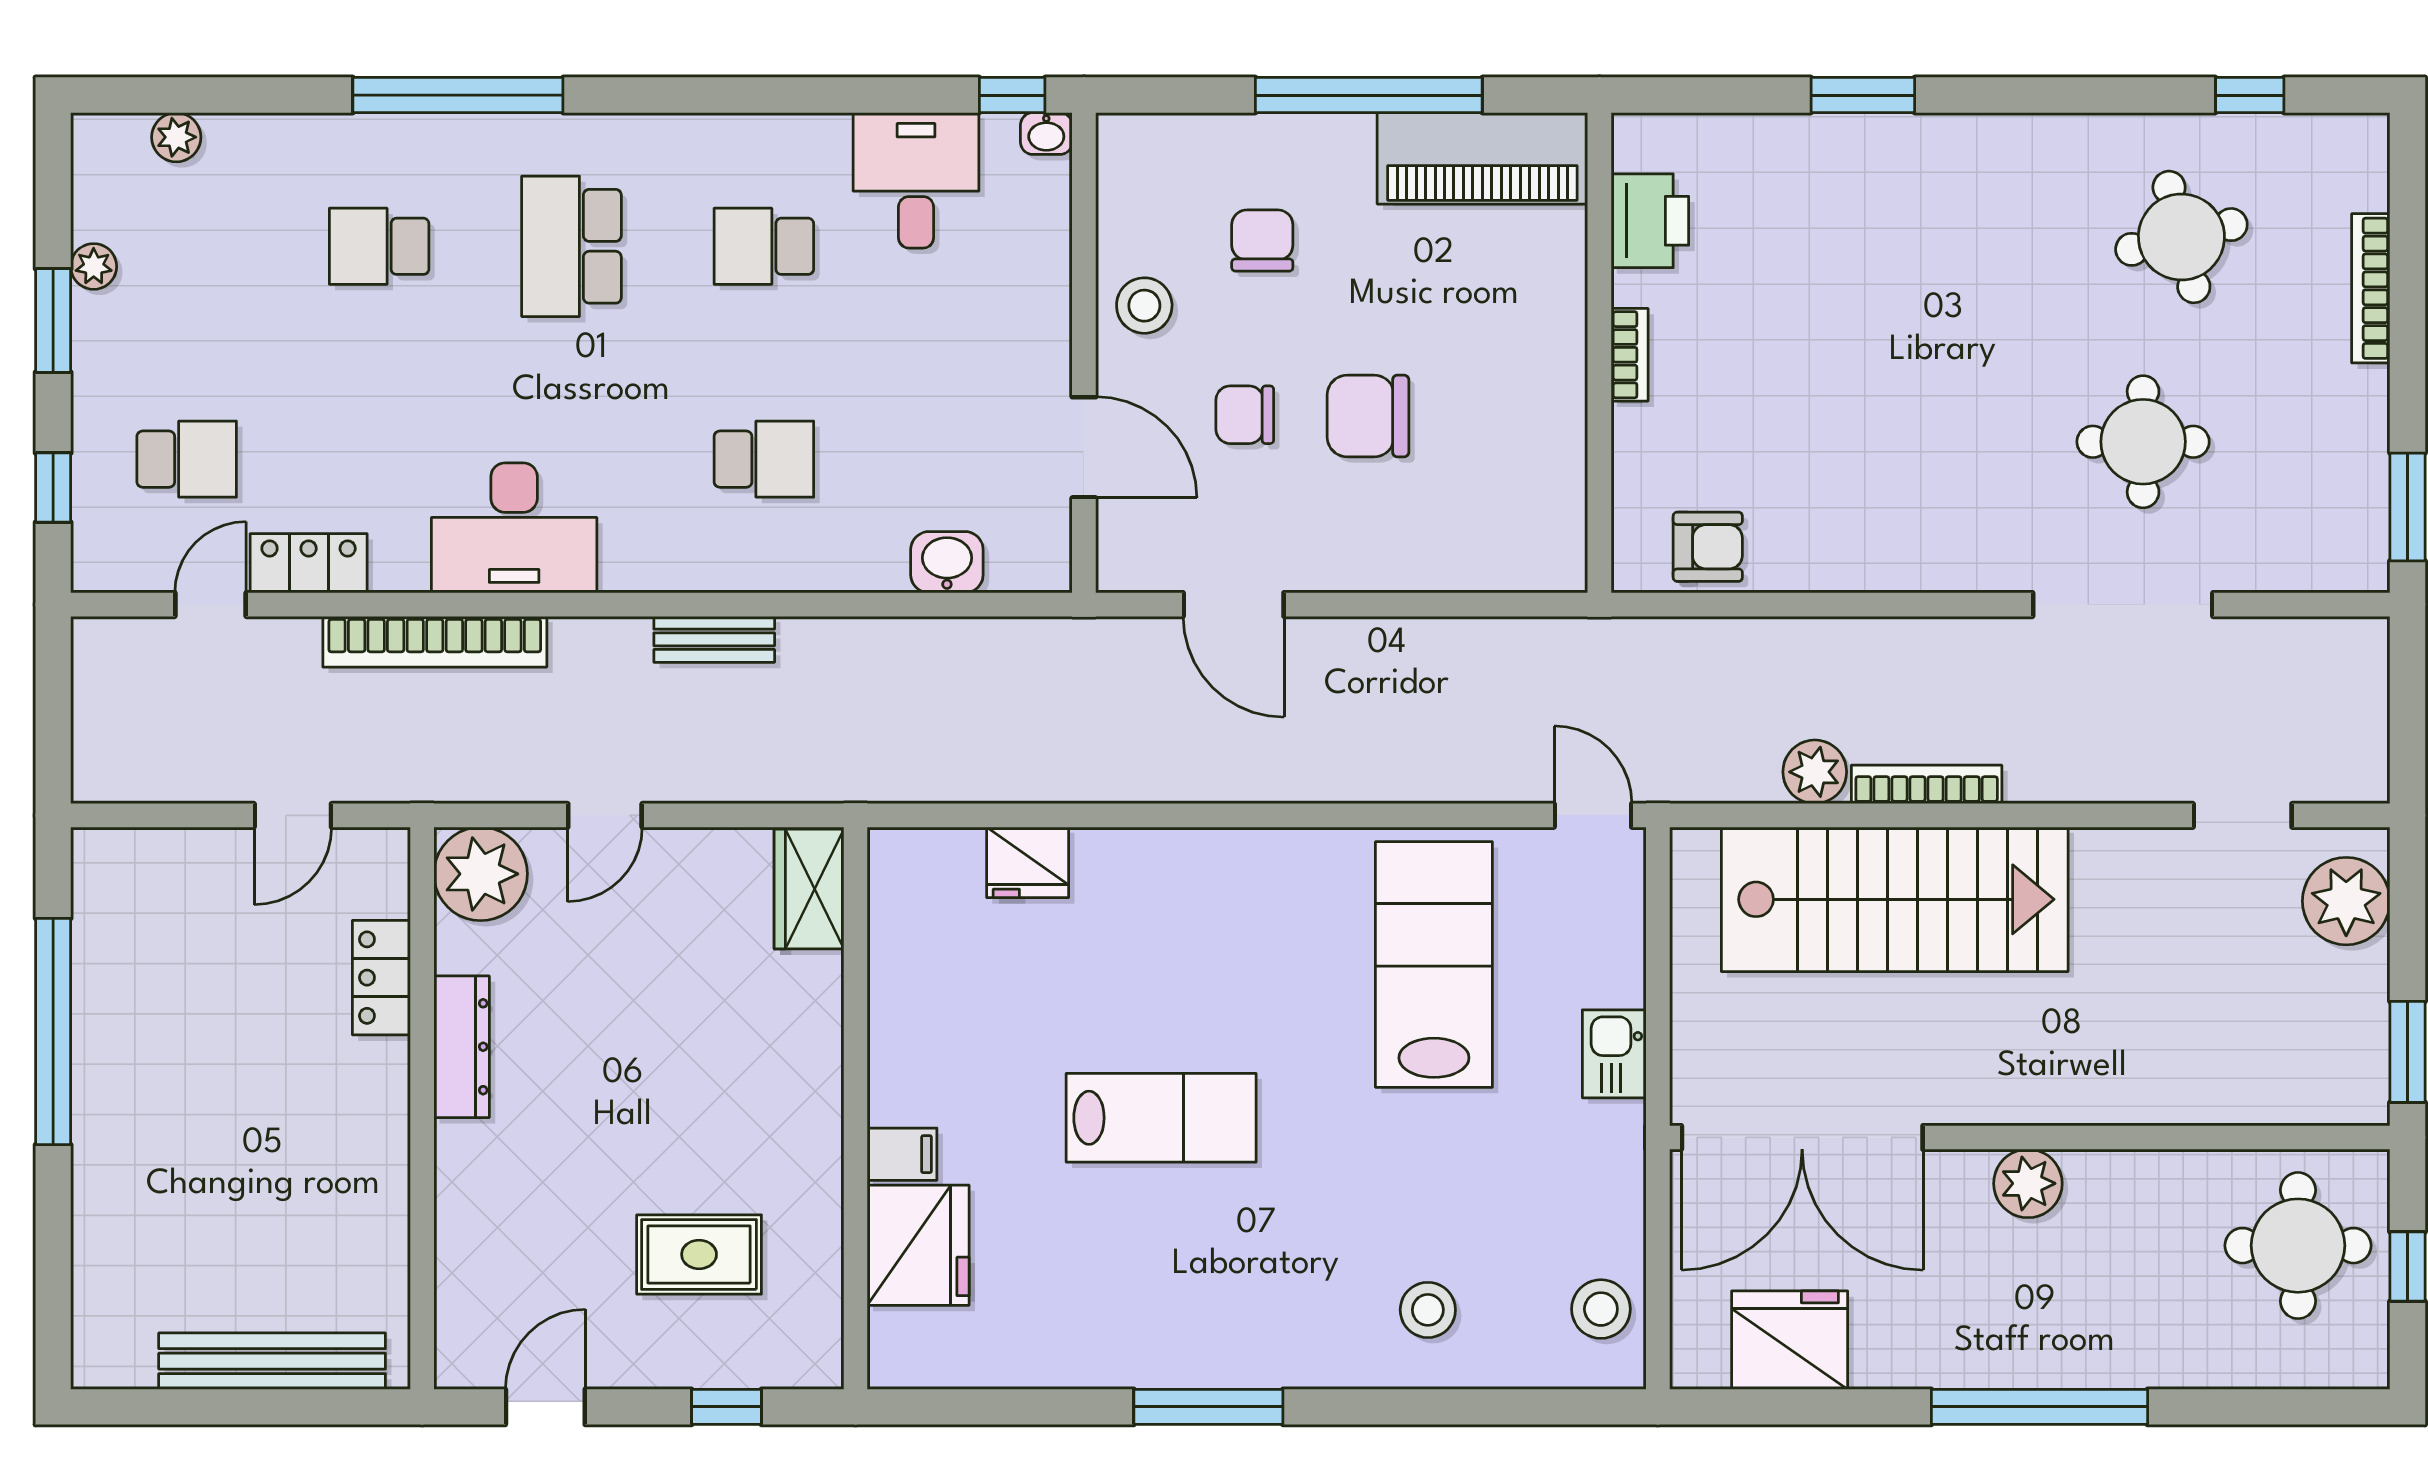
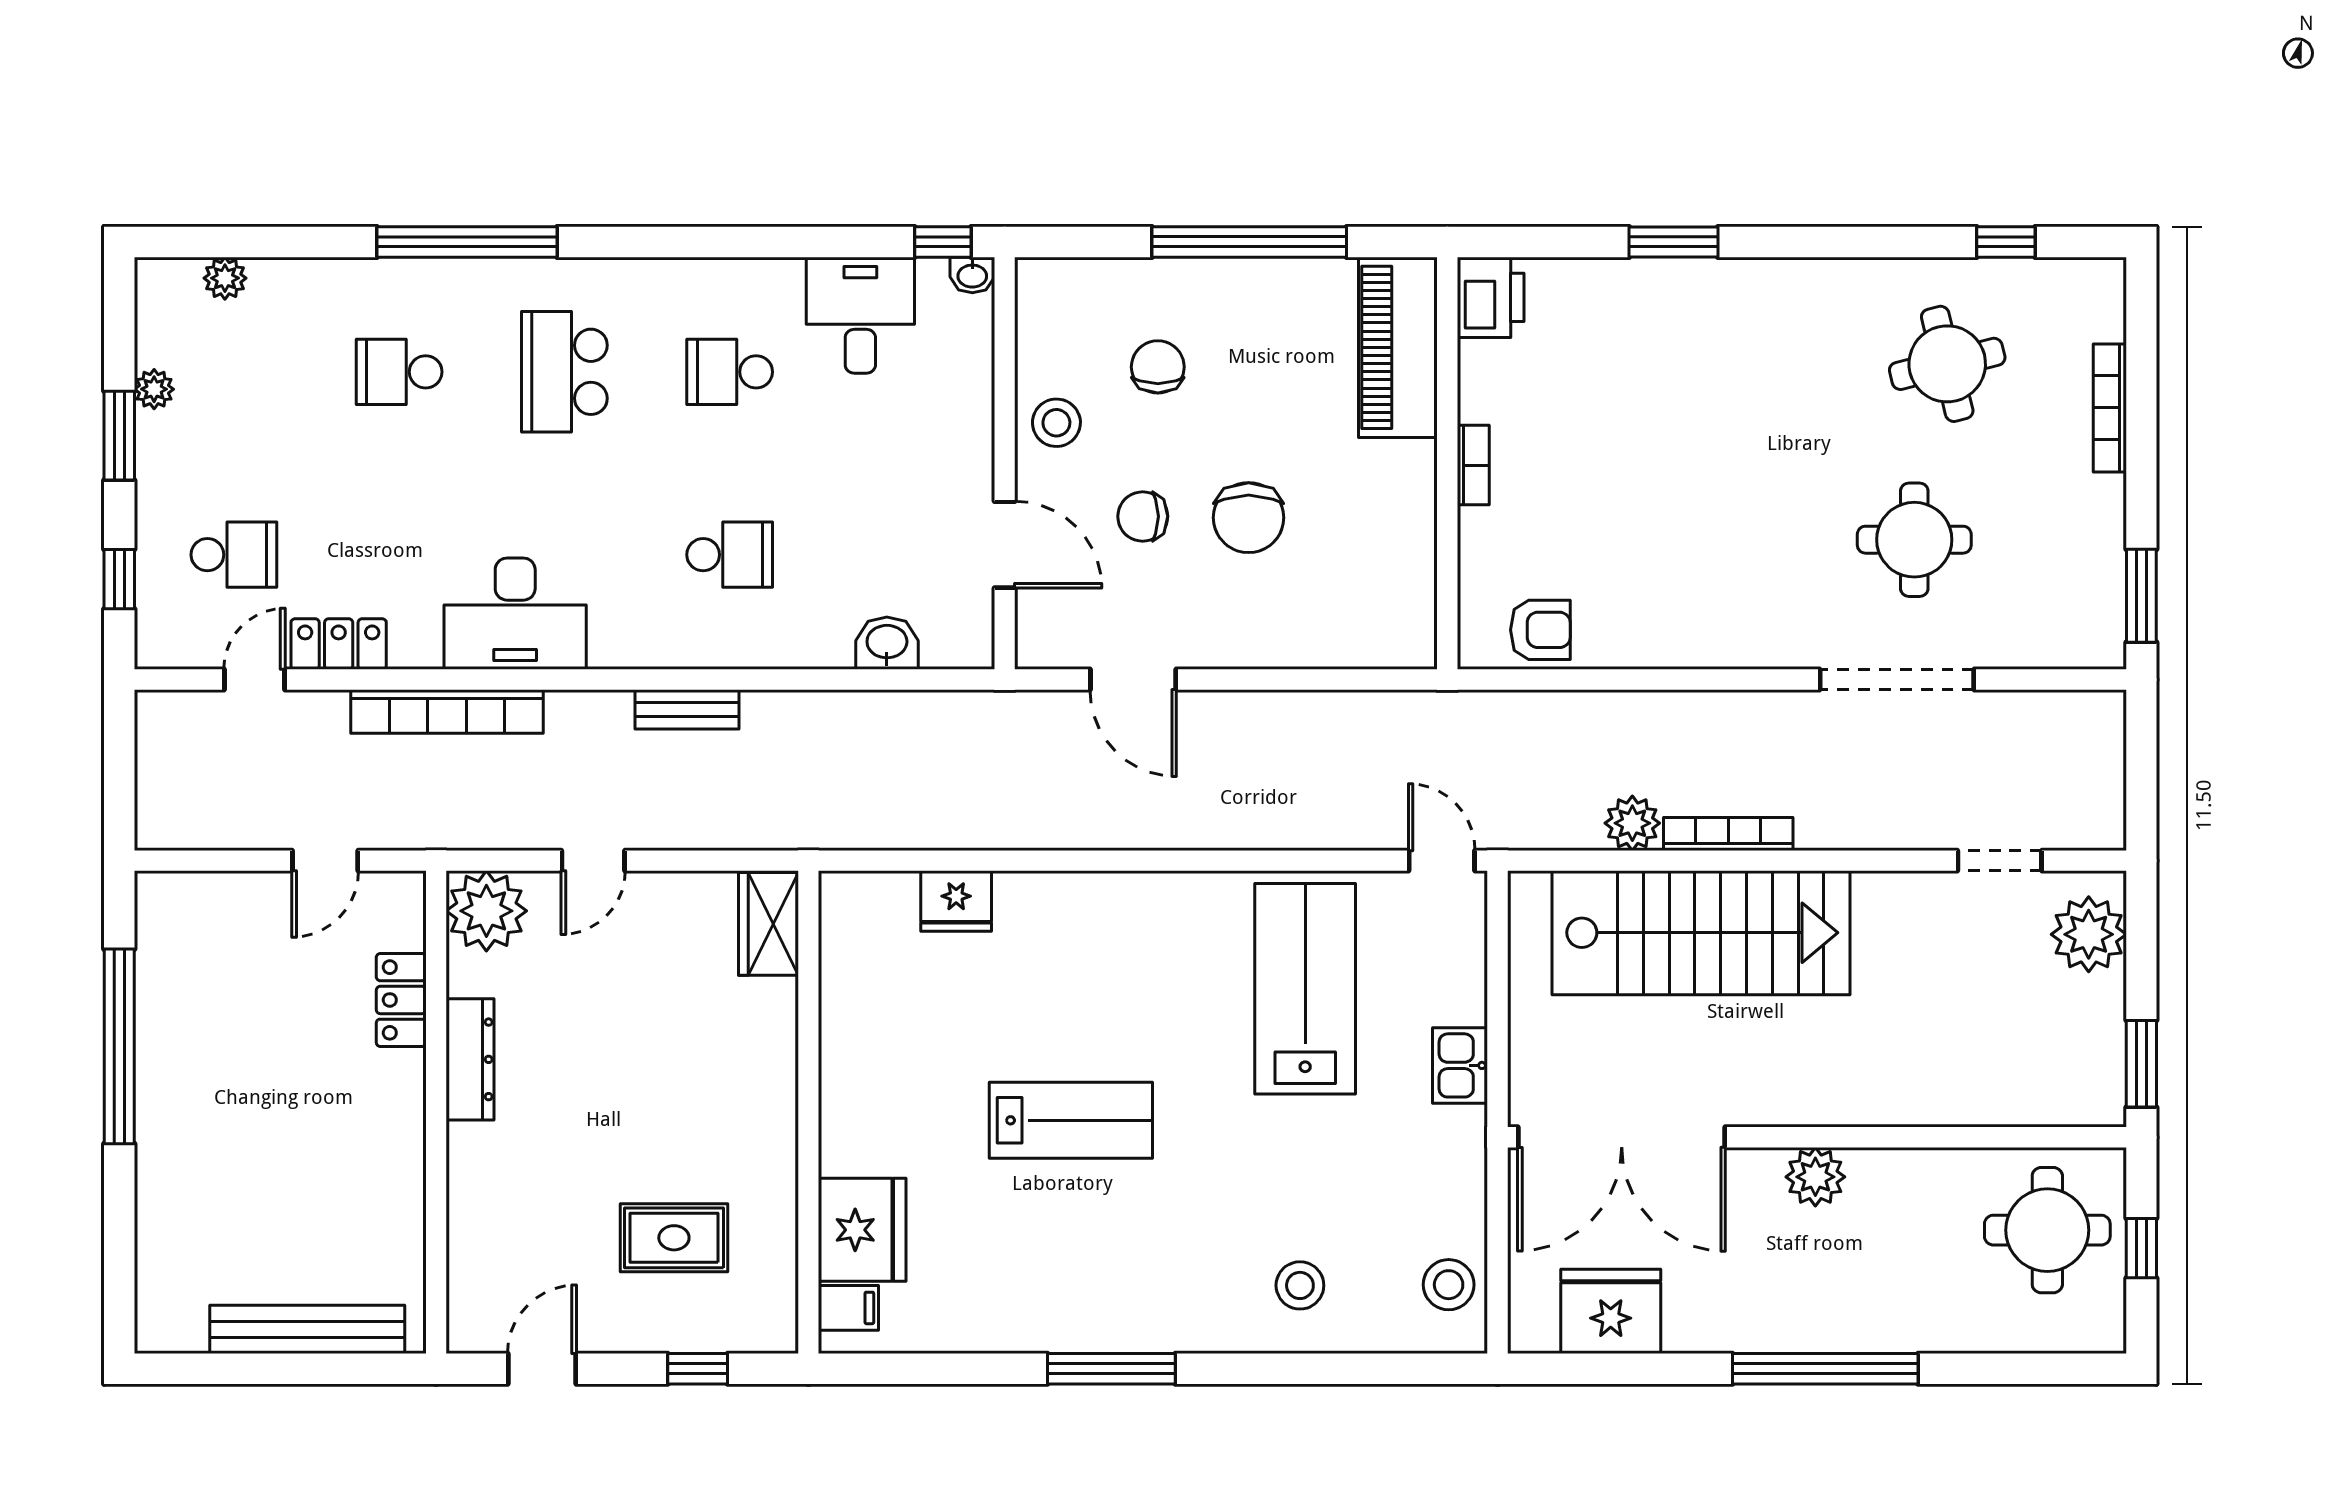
piano: (1482, 158) -> (1398, 347), moved, turned 90
printer: (1650, 221) -> (1491, 297), moved
chair: (1368, 416) -> (1249, 518), turned -90
filing cabinet: (902, 1154) -> (848, 1308), moved

